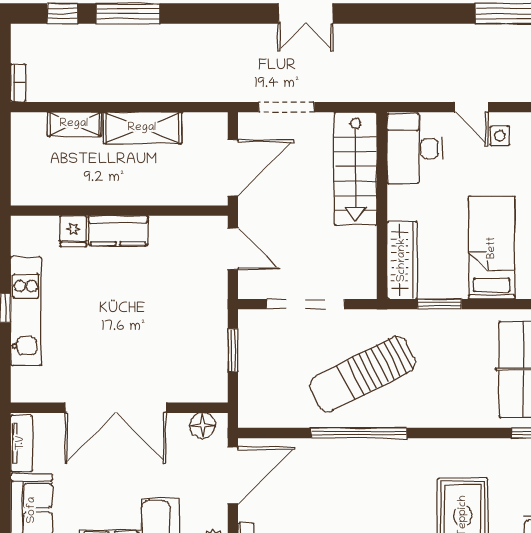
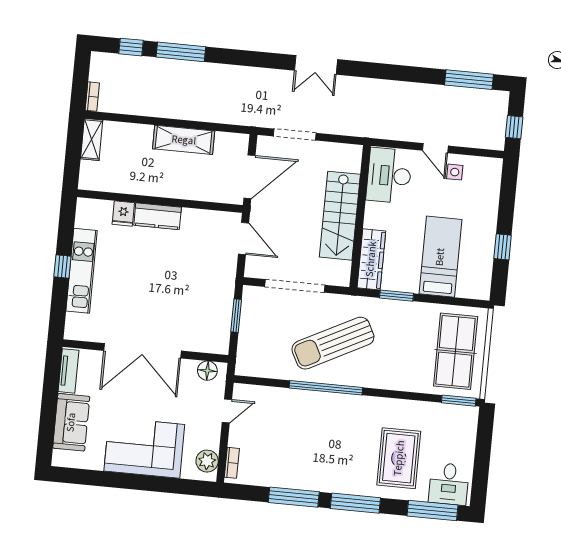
shelving: (74, 124) -> (92, 139), moved, turned 90
stairs: (356, 169) -> (340, 216), moved
door: (233, 475) -> (227, 411), width x0.53

